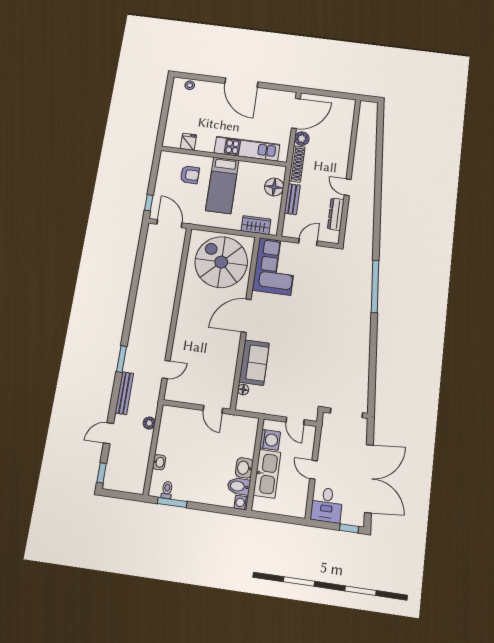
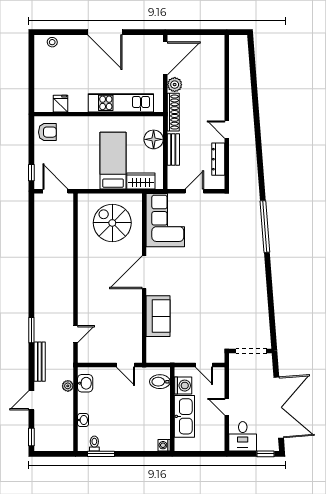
armchair: (190, 175) -> (47, 132), moved
bed: (222, 185) -> (113, 161), moved, turned 180
spiral stairs: (221, 262) -> (112, 223), width x0.73, depth x0.73
floor lamp: (243, 390) -> (151, 343), removed
washbasin: (244, 468) -> (85, 383), moved, turned 180
bidet: (239, 486) -> (160, 382), moved

